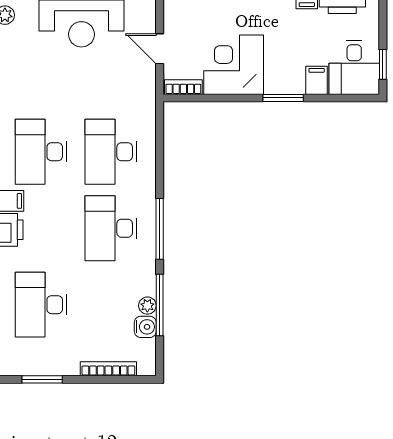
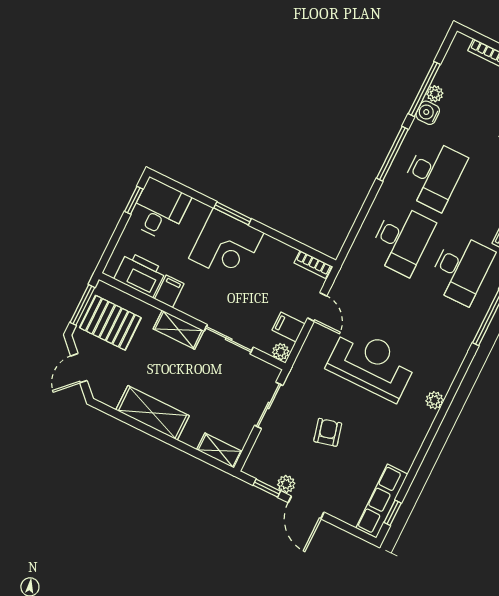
corner desk: (234, 65) -> (226, 245), moved
filing cabinet: (317, 80) -> (288, 327), moved, turned 90
water cooler: (145, 327) -> (428, 113), moved

